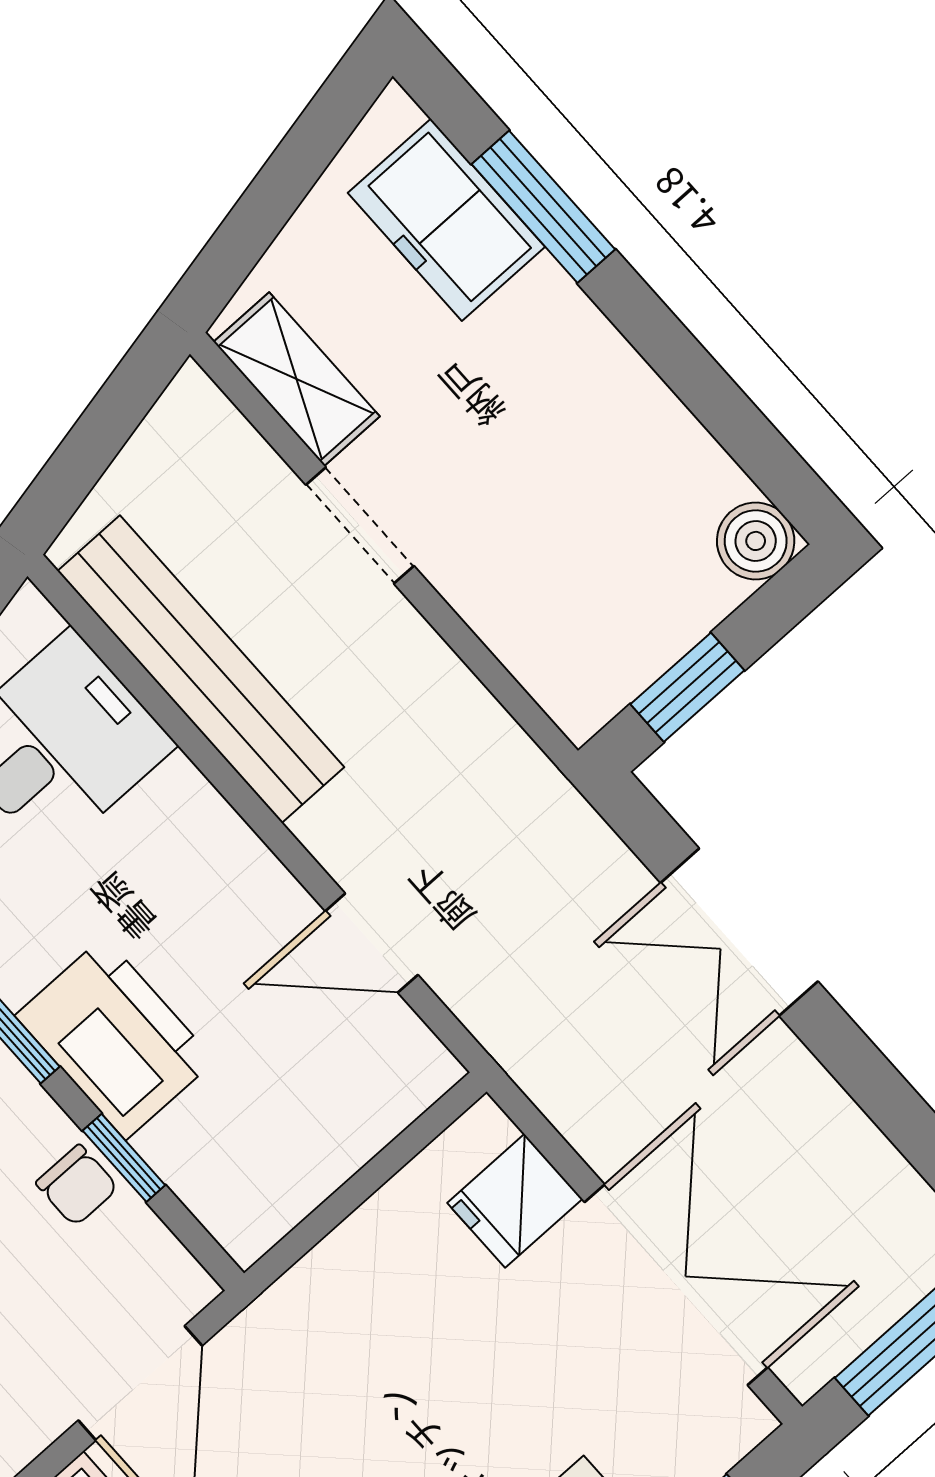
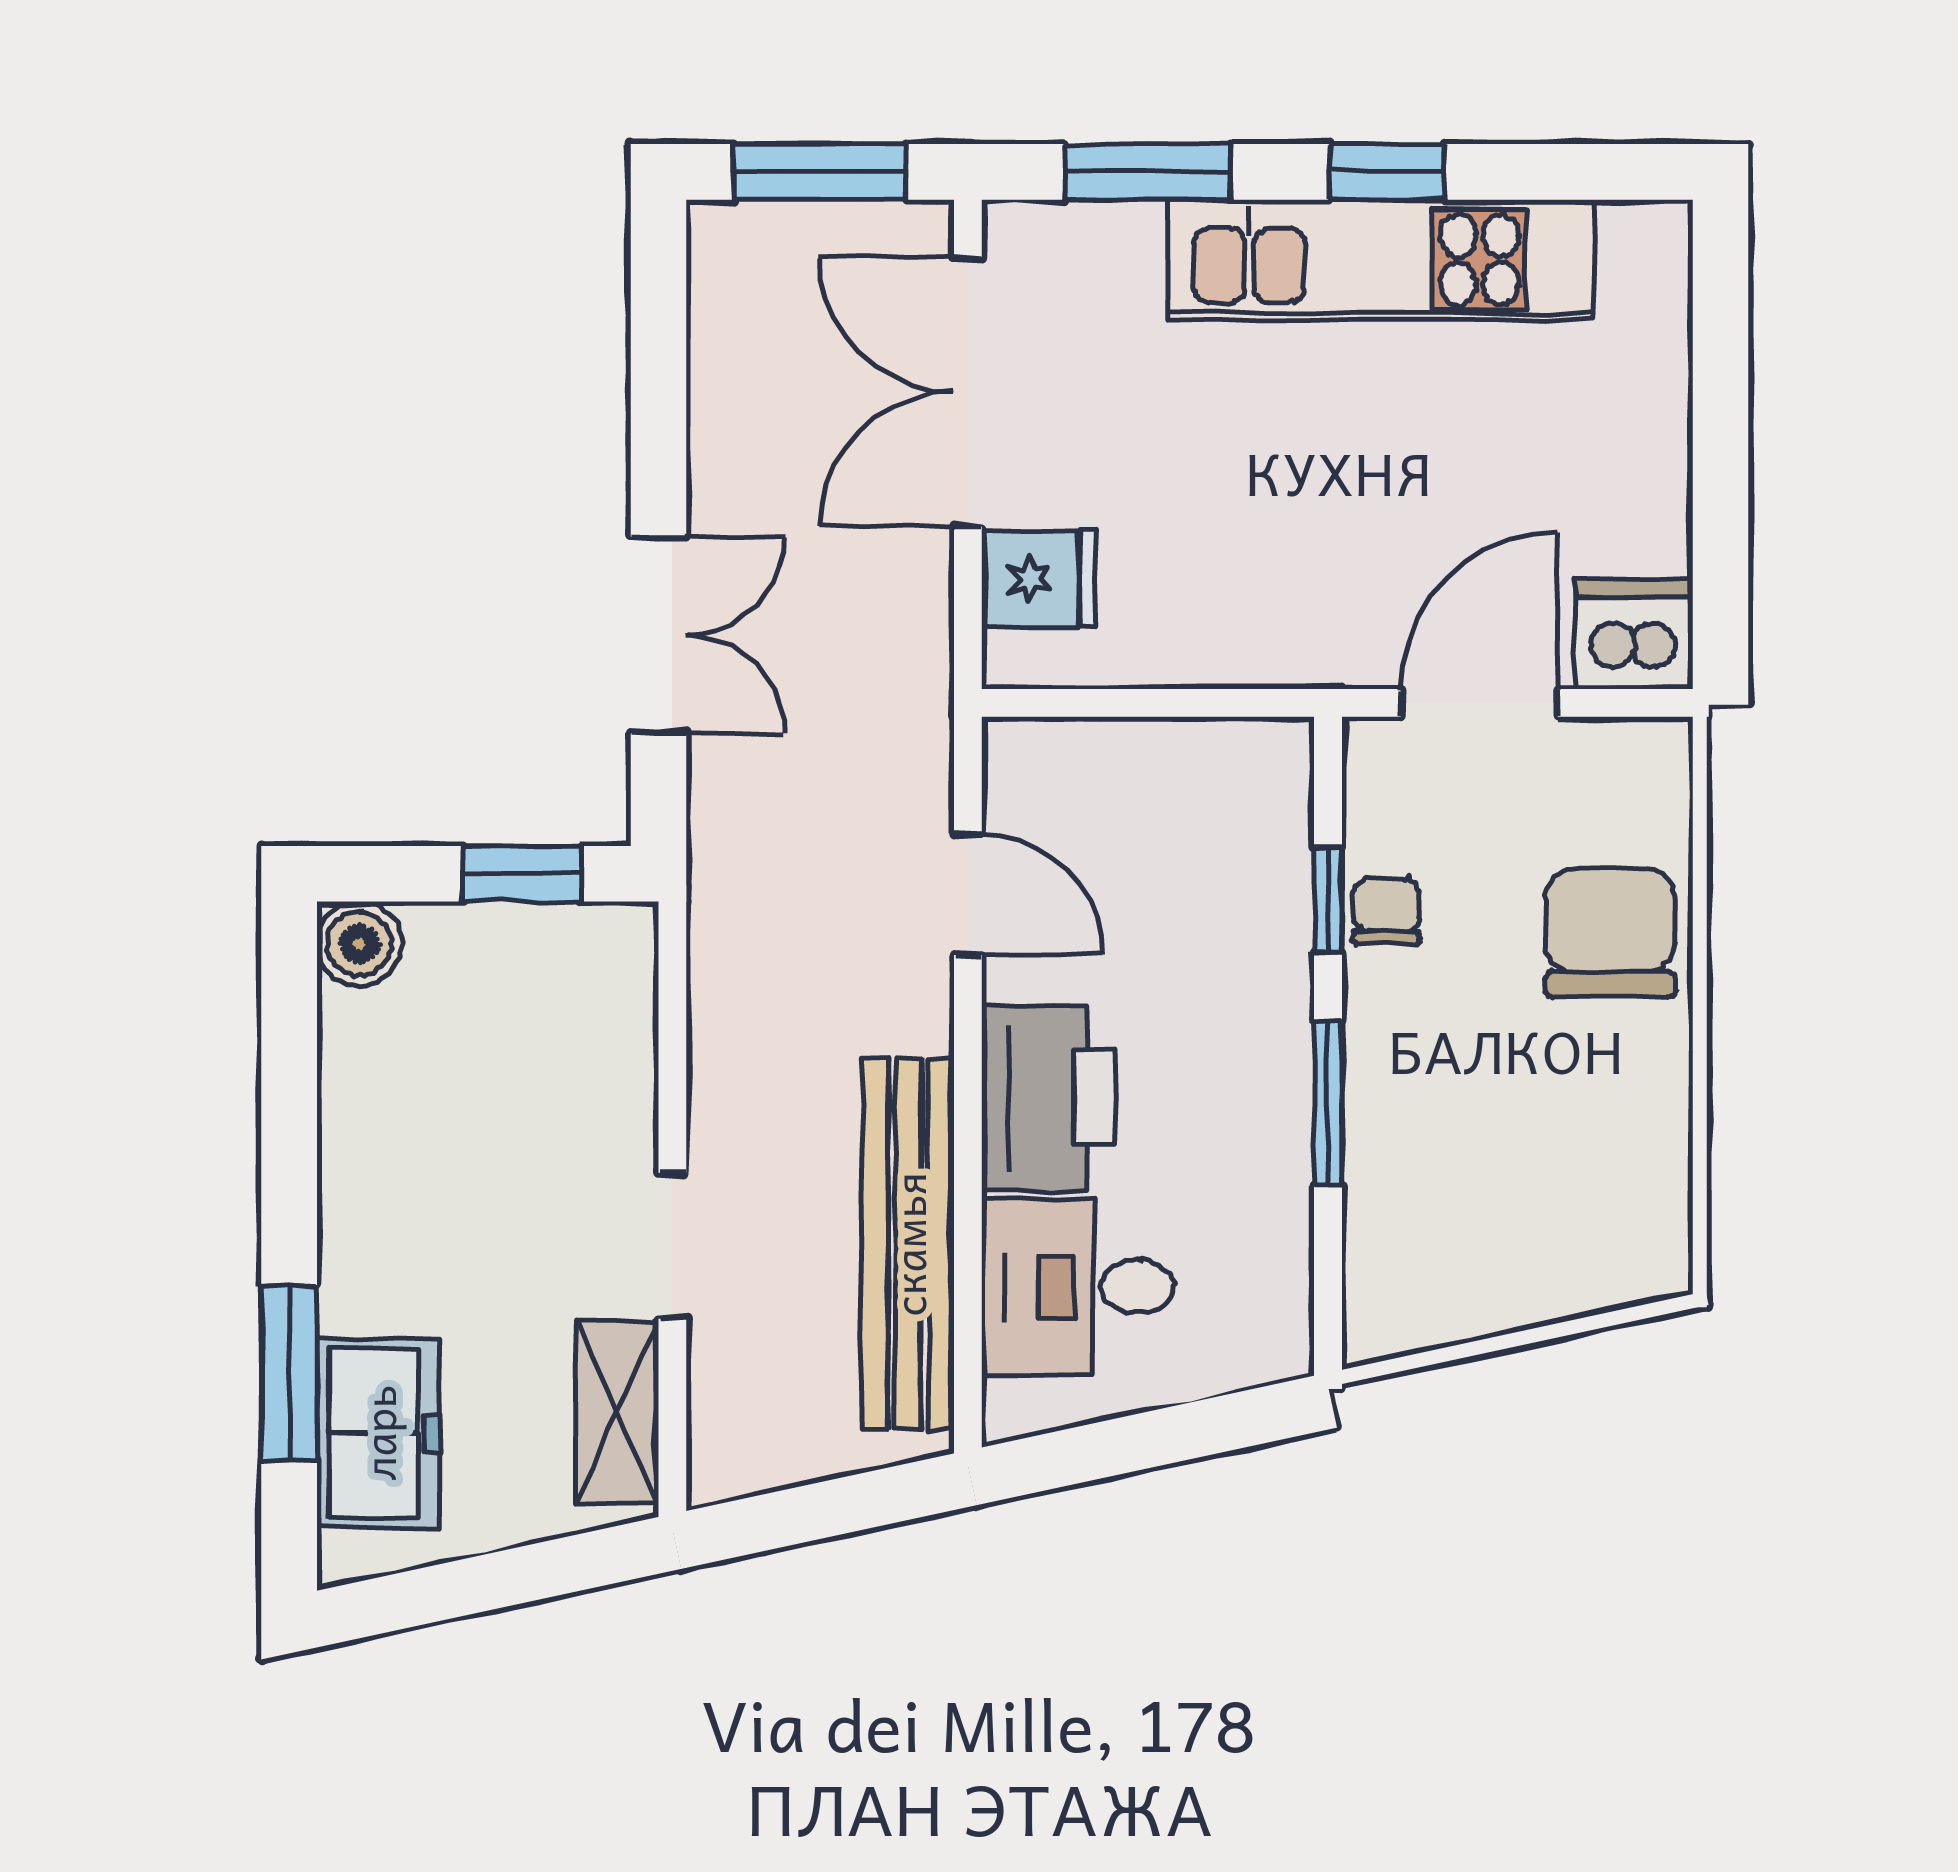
printer: (115, 1038) -> (1048, 1098), moved, turned 180

